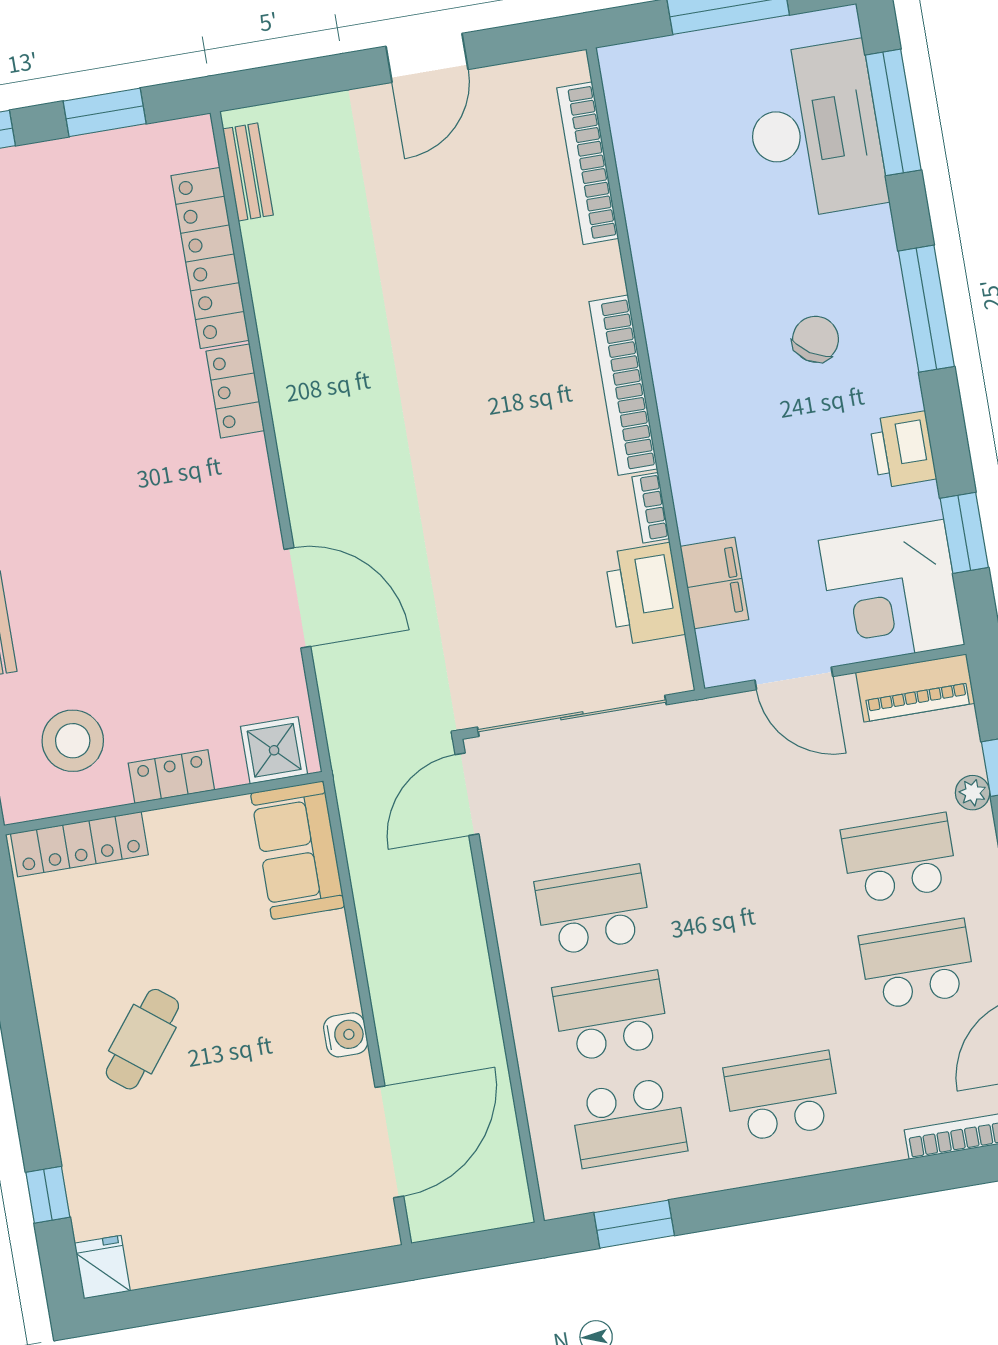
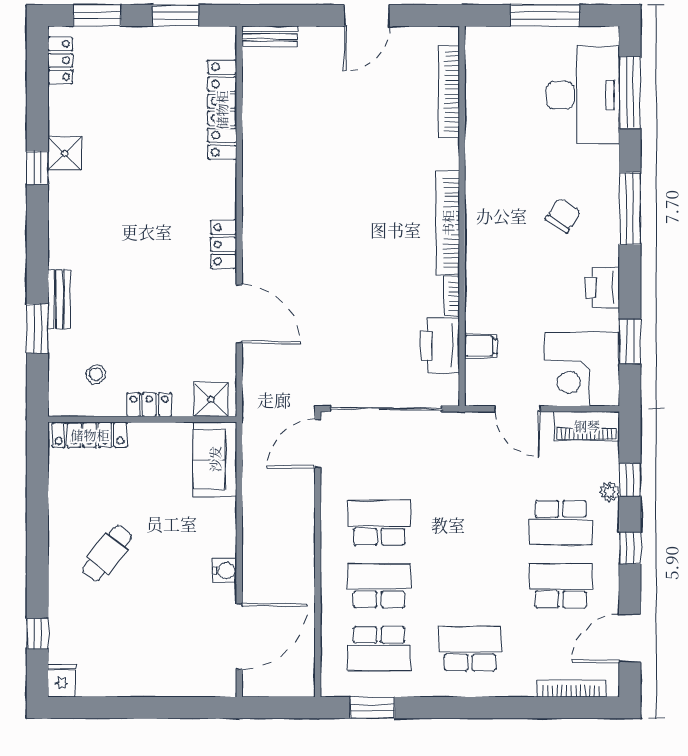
bench: (248, 172) -> (270, 36), moved, turned 90
locker: (235, 391) -> (224, 244), moved
filing cabinet: (714, 583) -> (481, 346), width x0.50
stool: (73, 741) -> (96, 374), width x0.53, depth x0.53
school desk: (899, 858) -> (561, 523), turned 180

